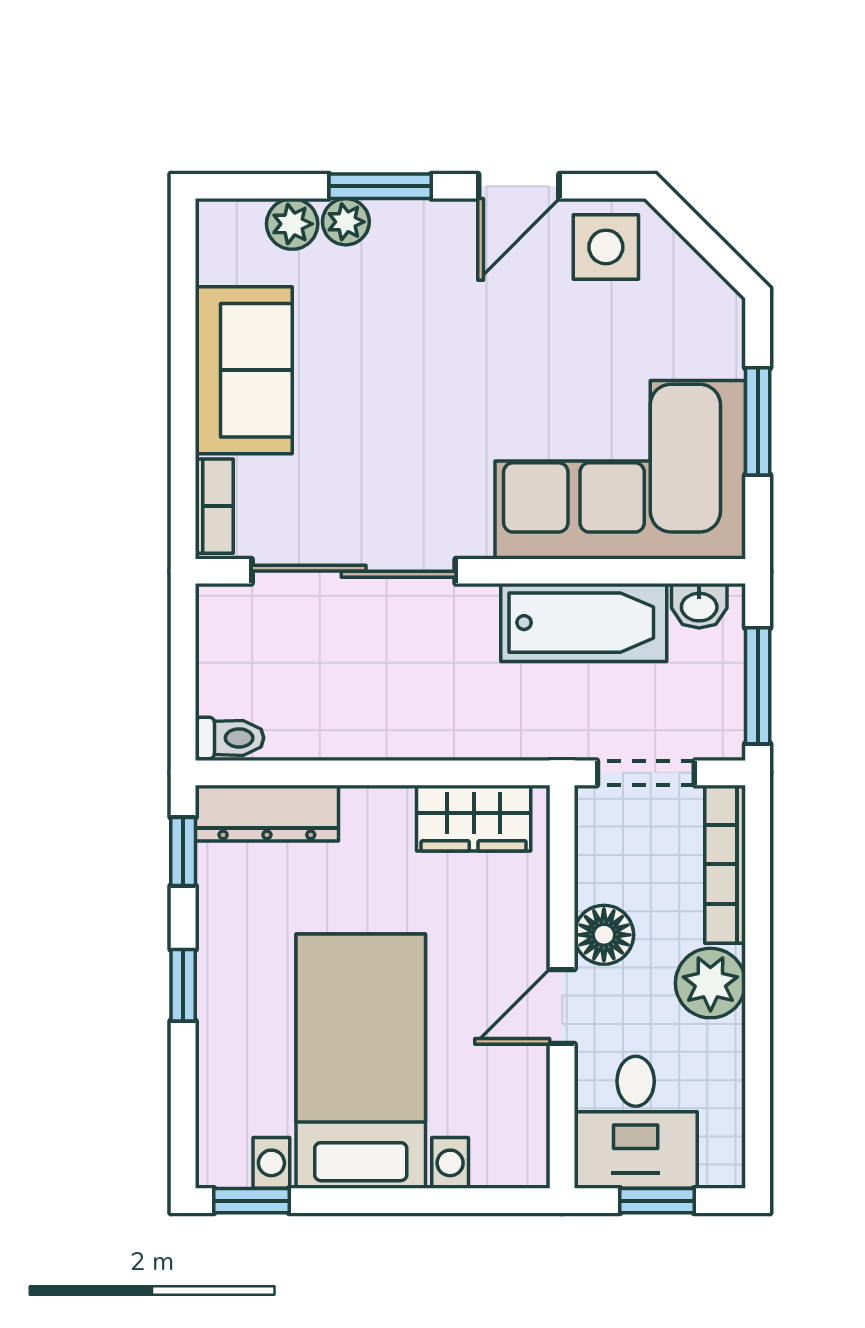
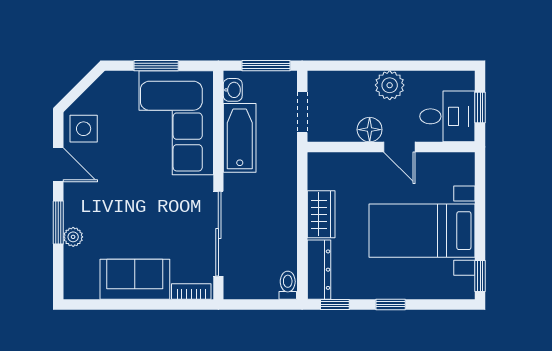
plant: (292, 224) -> (74, 259), removed
wardrobe: (474, 818) -> (321, 214), moved
bookcase: (725, 864) -> (340, 79), removed

